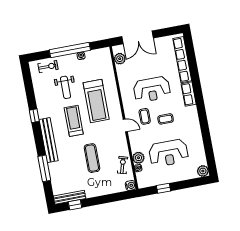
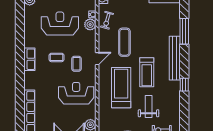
reception desk: (152, 89) -> (76, 93), moved
row of seats: (189, 94) -> (29, 59), moved
door: (125, 125) -> (97, 59), swing flipped
exercise mat: (92, 158) -> (124, 42), moved

